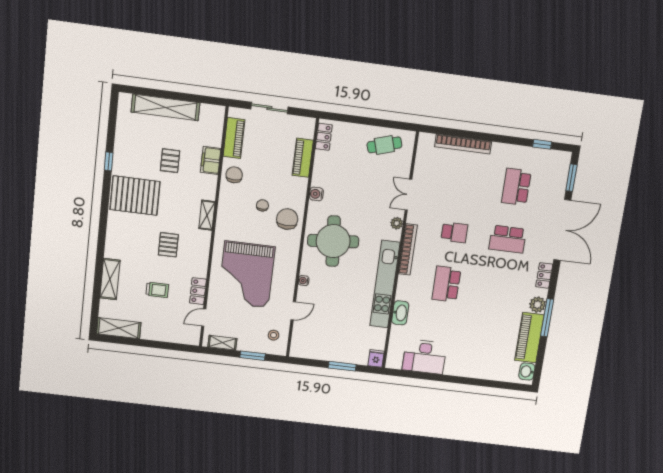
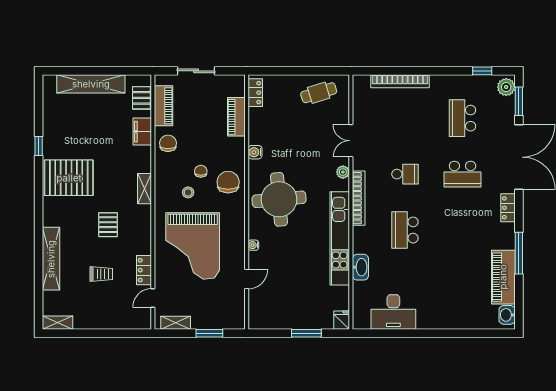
pallet: (170, 161) -> (141, 98), moved
shelving: (110, 279) -> (51, 259), width x1.47
plant: (538, 305) -> (506, 87), moved
shelving: (119, 328) -> (58, 323), width x0.67, depth x0.75
stool: (274, 335) -> (188, 192), moved

